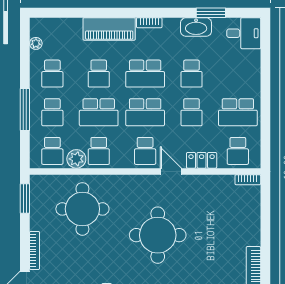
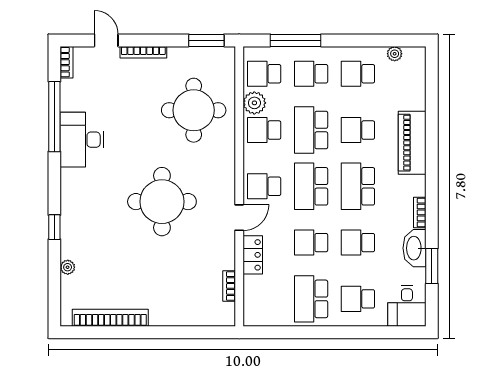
bookcase: (149, 23) -> (420, 212), moved
window: (25, 109) -> (296, 40), moved
school desk: (238, 151) -> (358, 299), moved
bookcase: (248, 180) -> (229, 286), moved

